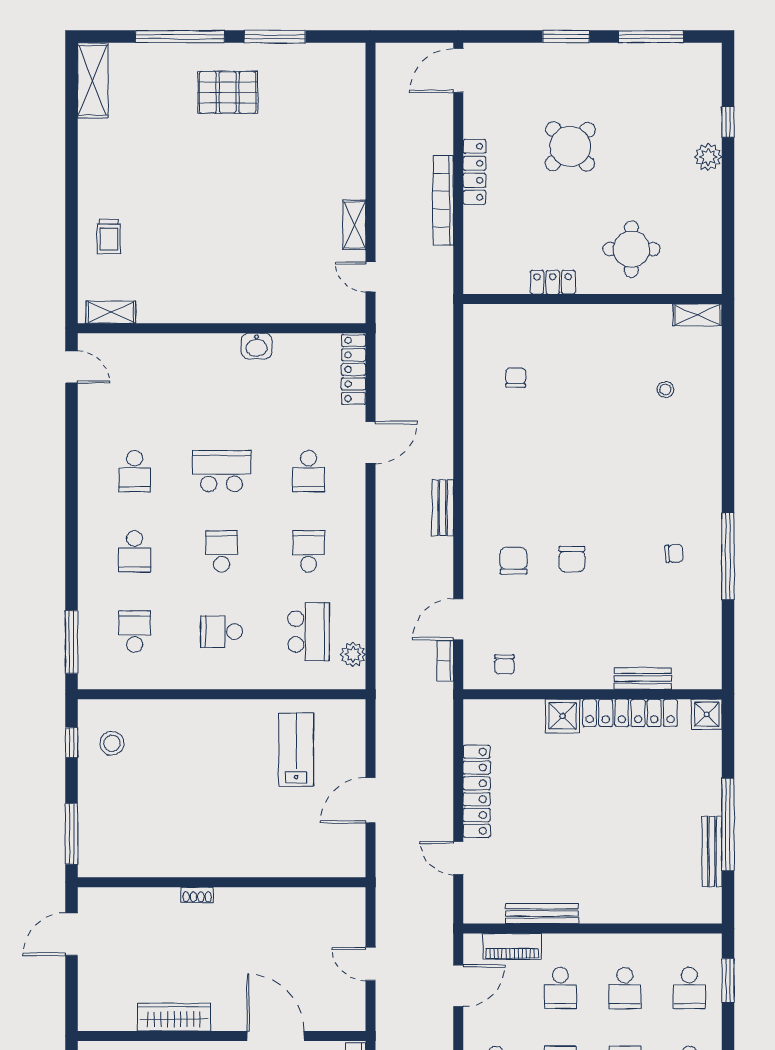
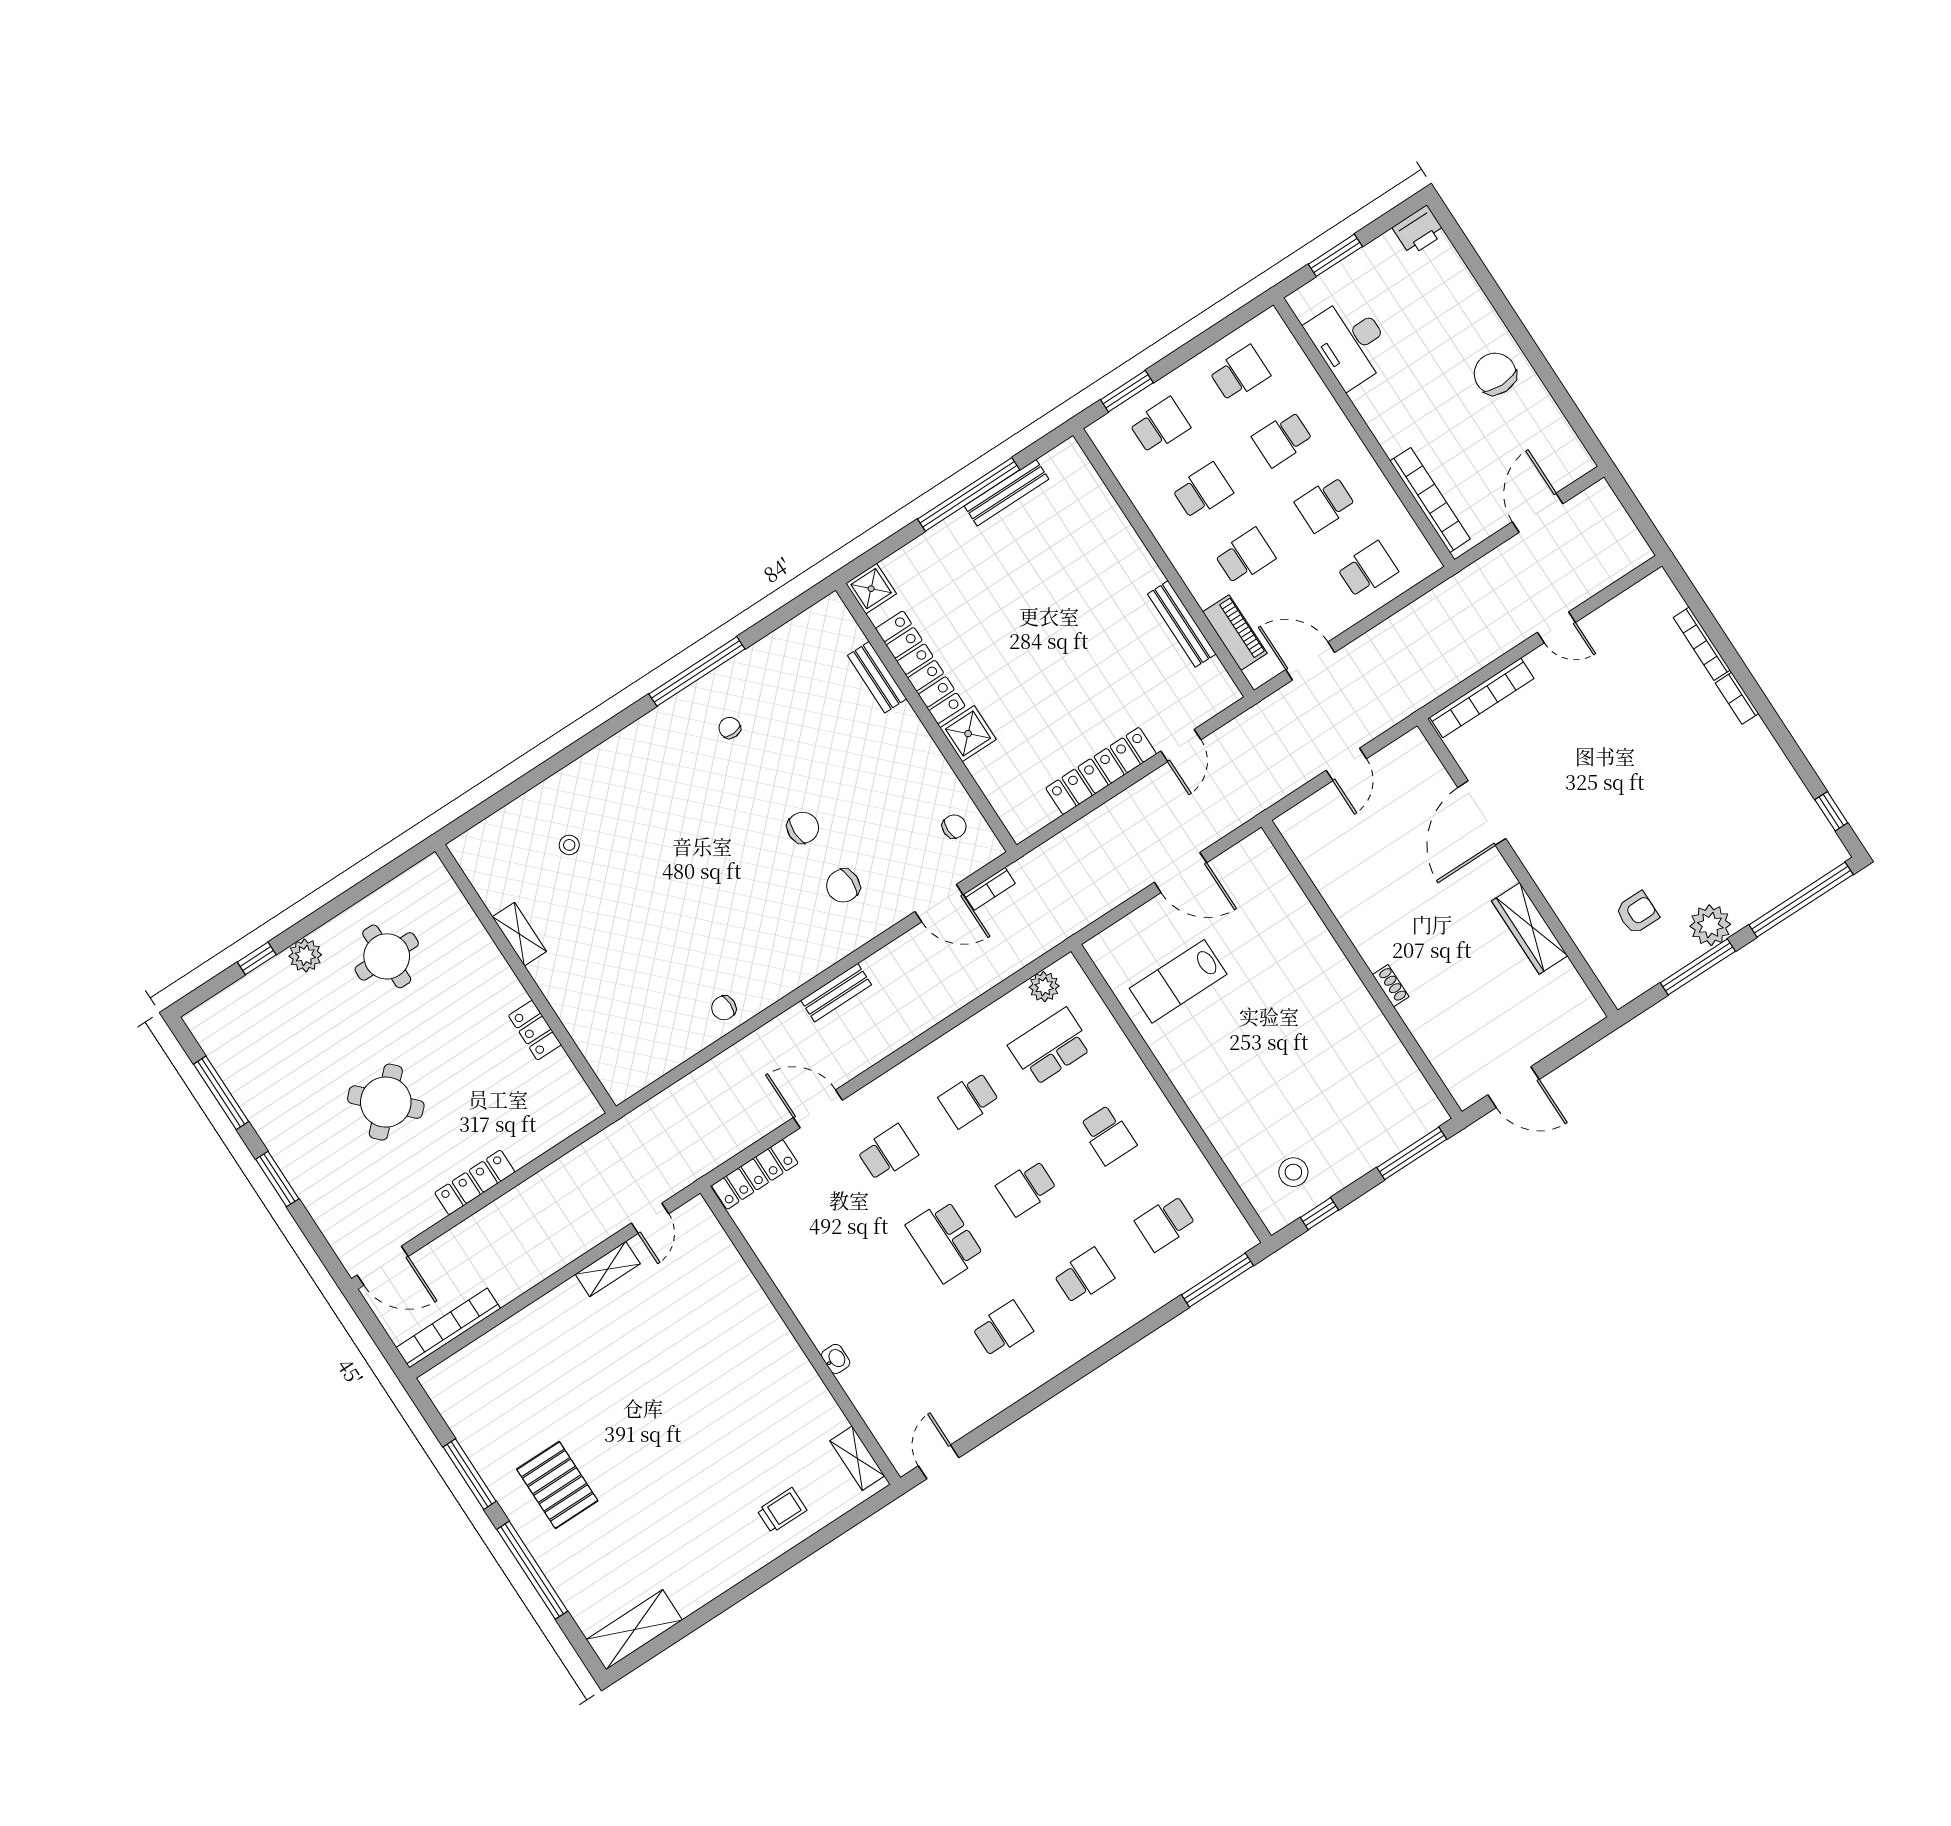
bookcase: (443, 200) -> (448, 1328), moved, turned 180
round table: (631, 249) -> (387, 956), moved
shelving: (697, 315) -> (519, 934), moved
washbasin: (257, 346) -> (836, 1359), moved, width x0.72, depth x0.69
chair: (516, 378) -> (724, 1008), moved

